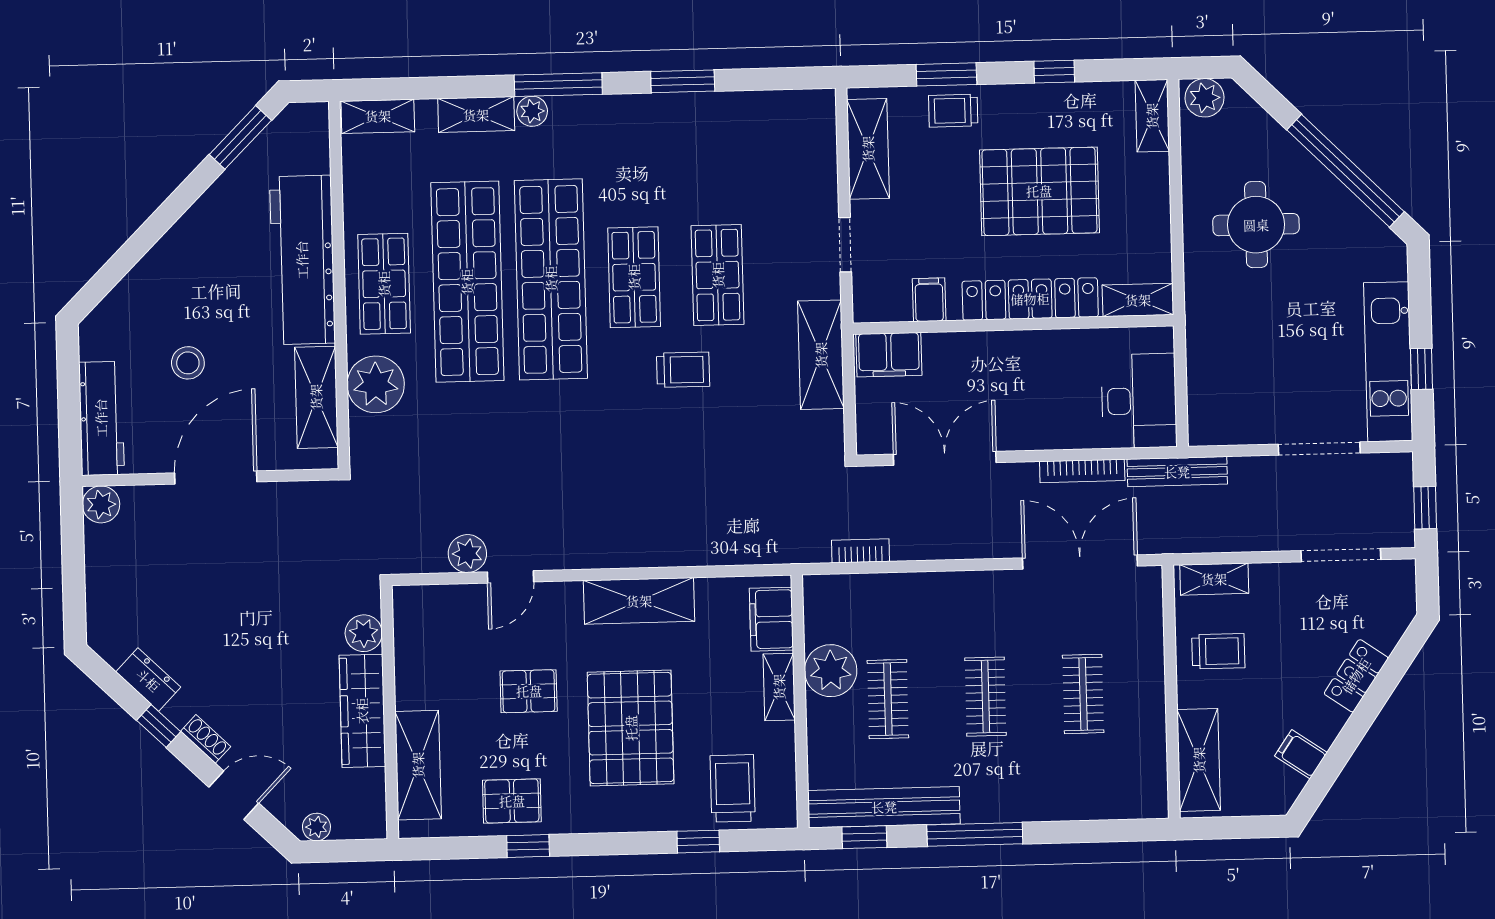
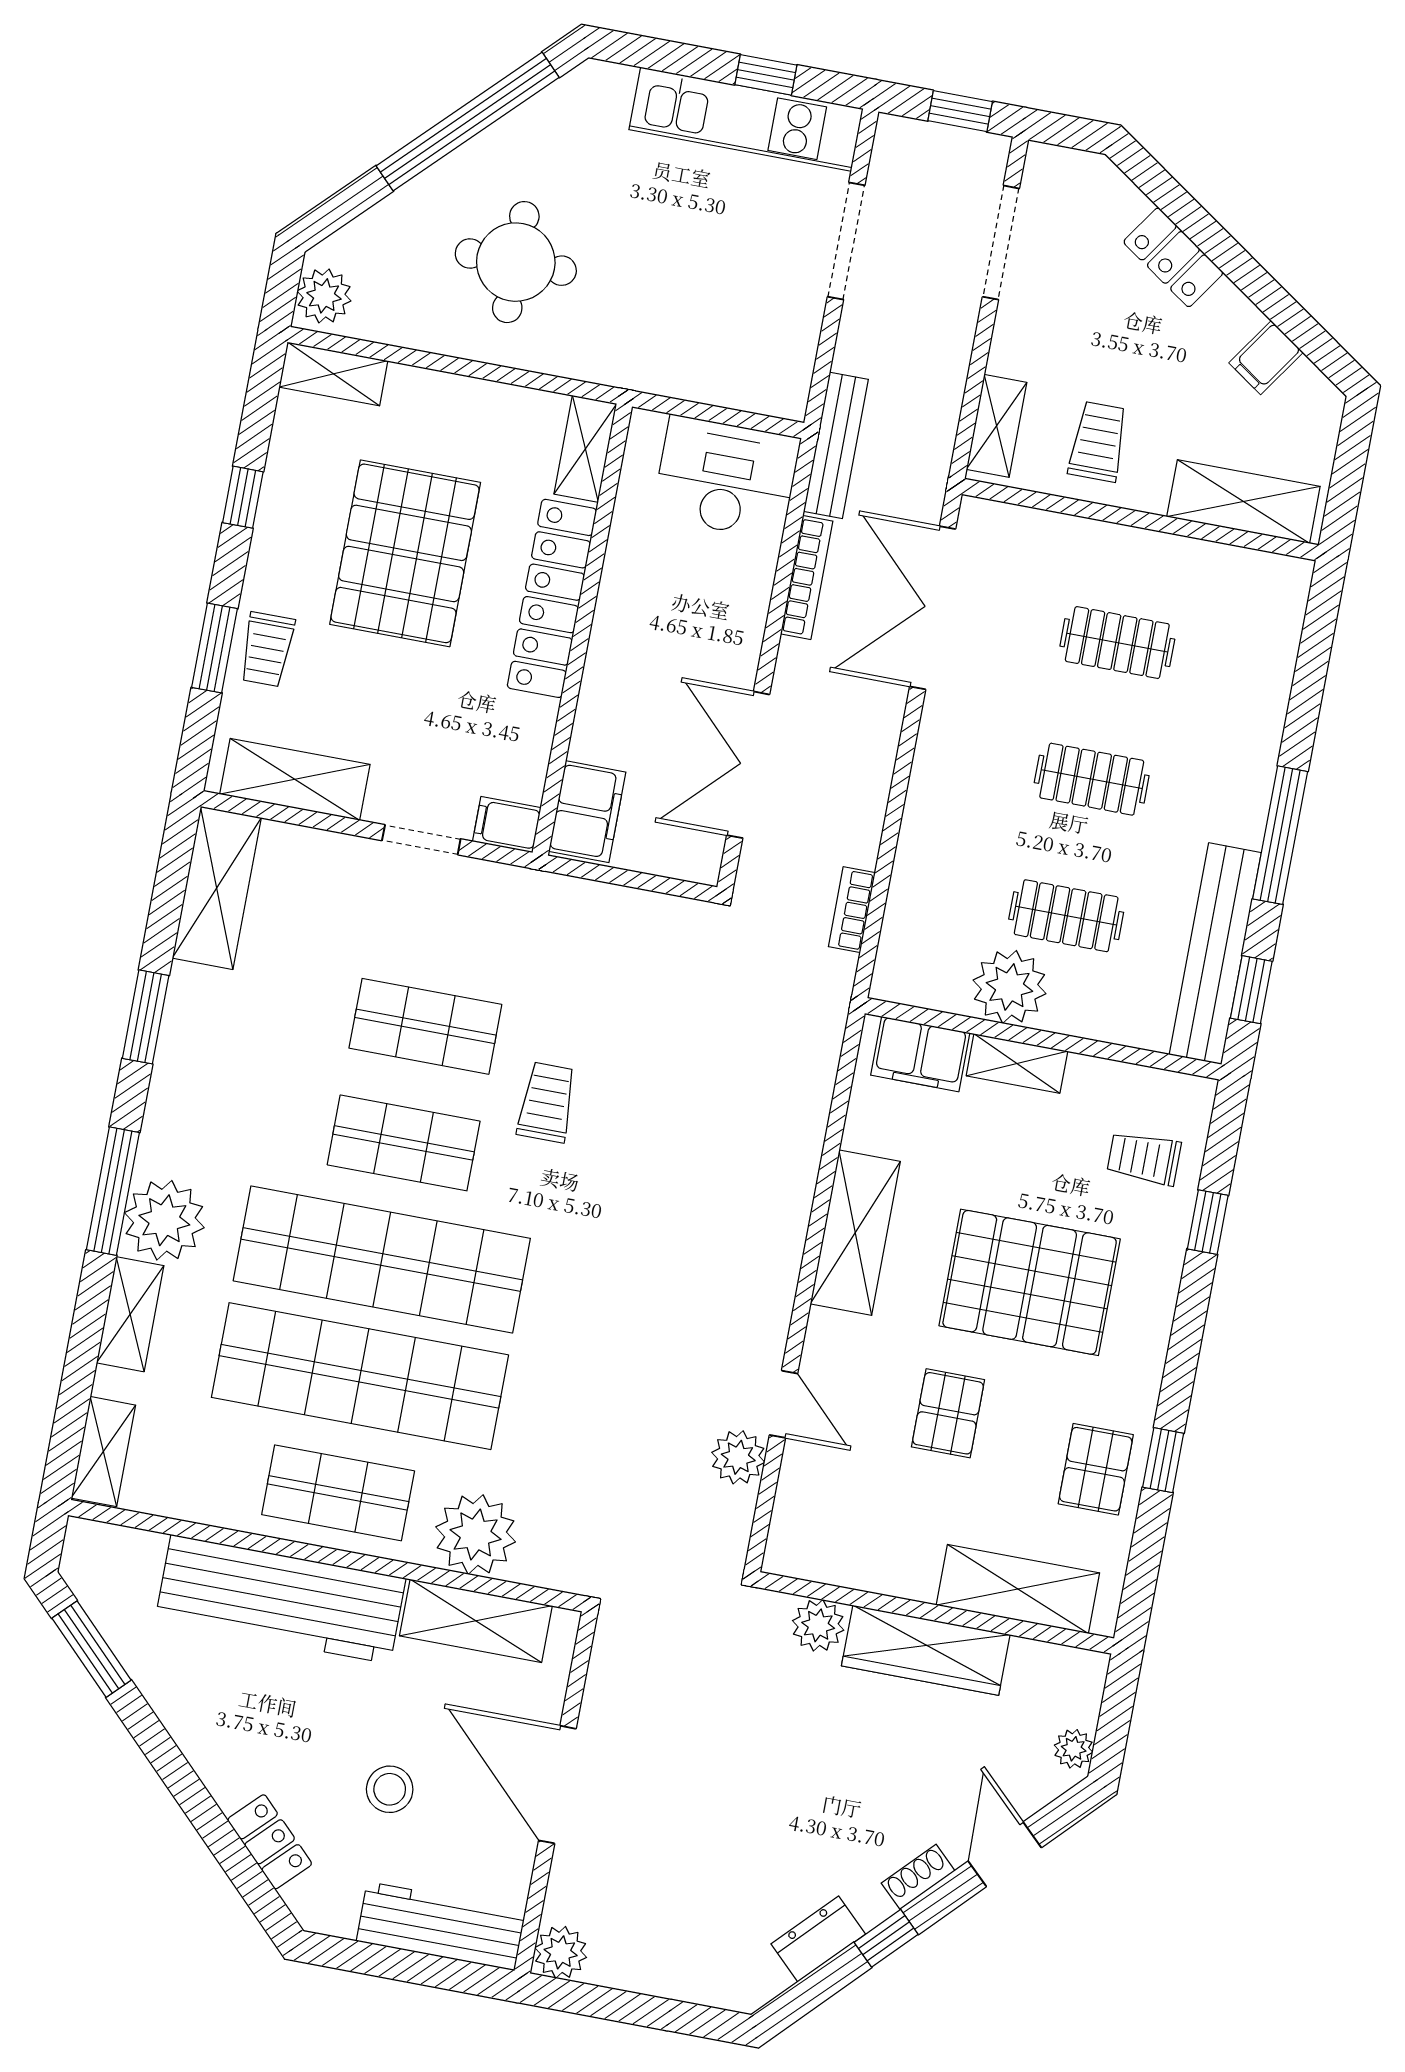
plant: (532, 111) -> (164, 1220), width x1.88, depth x1.88
locker: (134, 288) -> (270, 1842), added
filing cabinet: (929, 300) -> (507, 825), moved
shelving: (821, 355) -> (217, 888), moved, turned 90
trolley: (733, 788) -> (1144, 1158), width x0.73, depth x0.72

